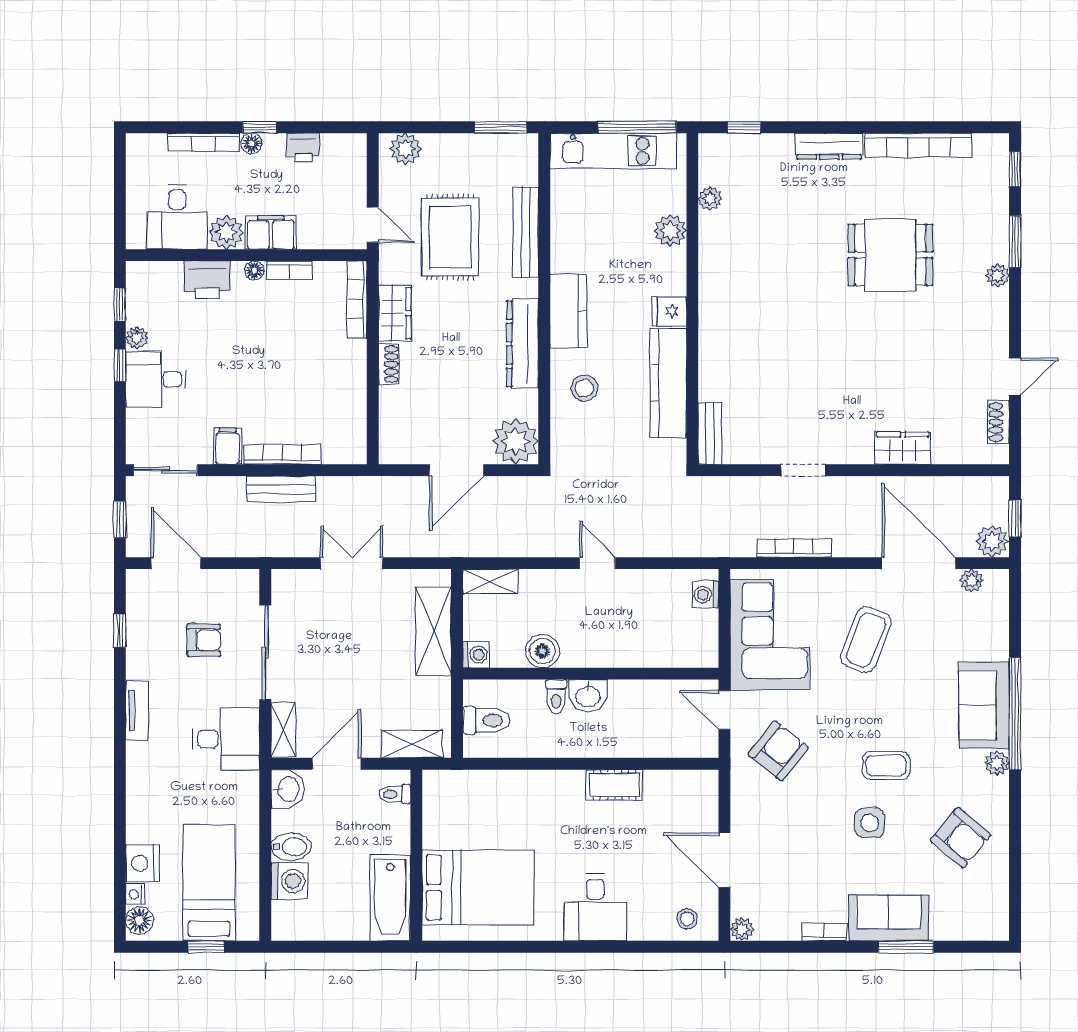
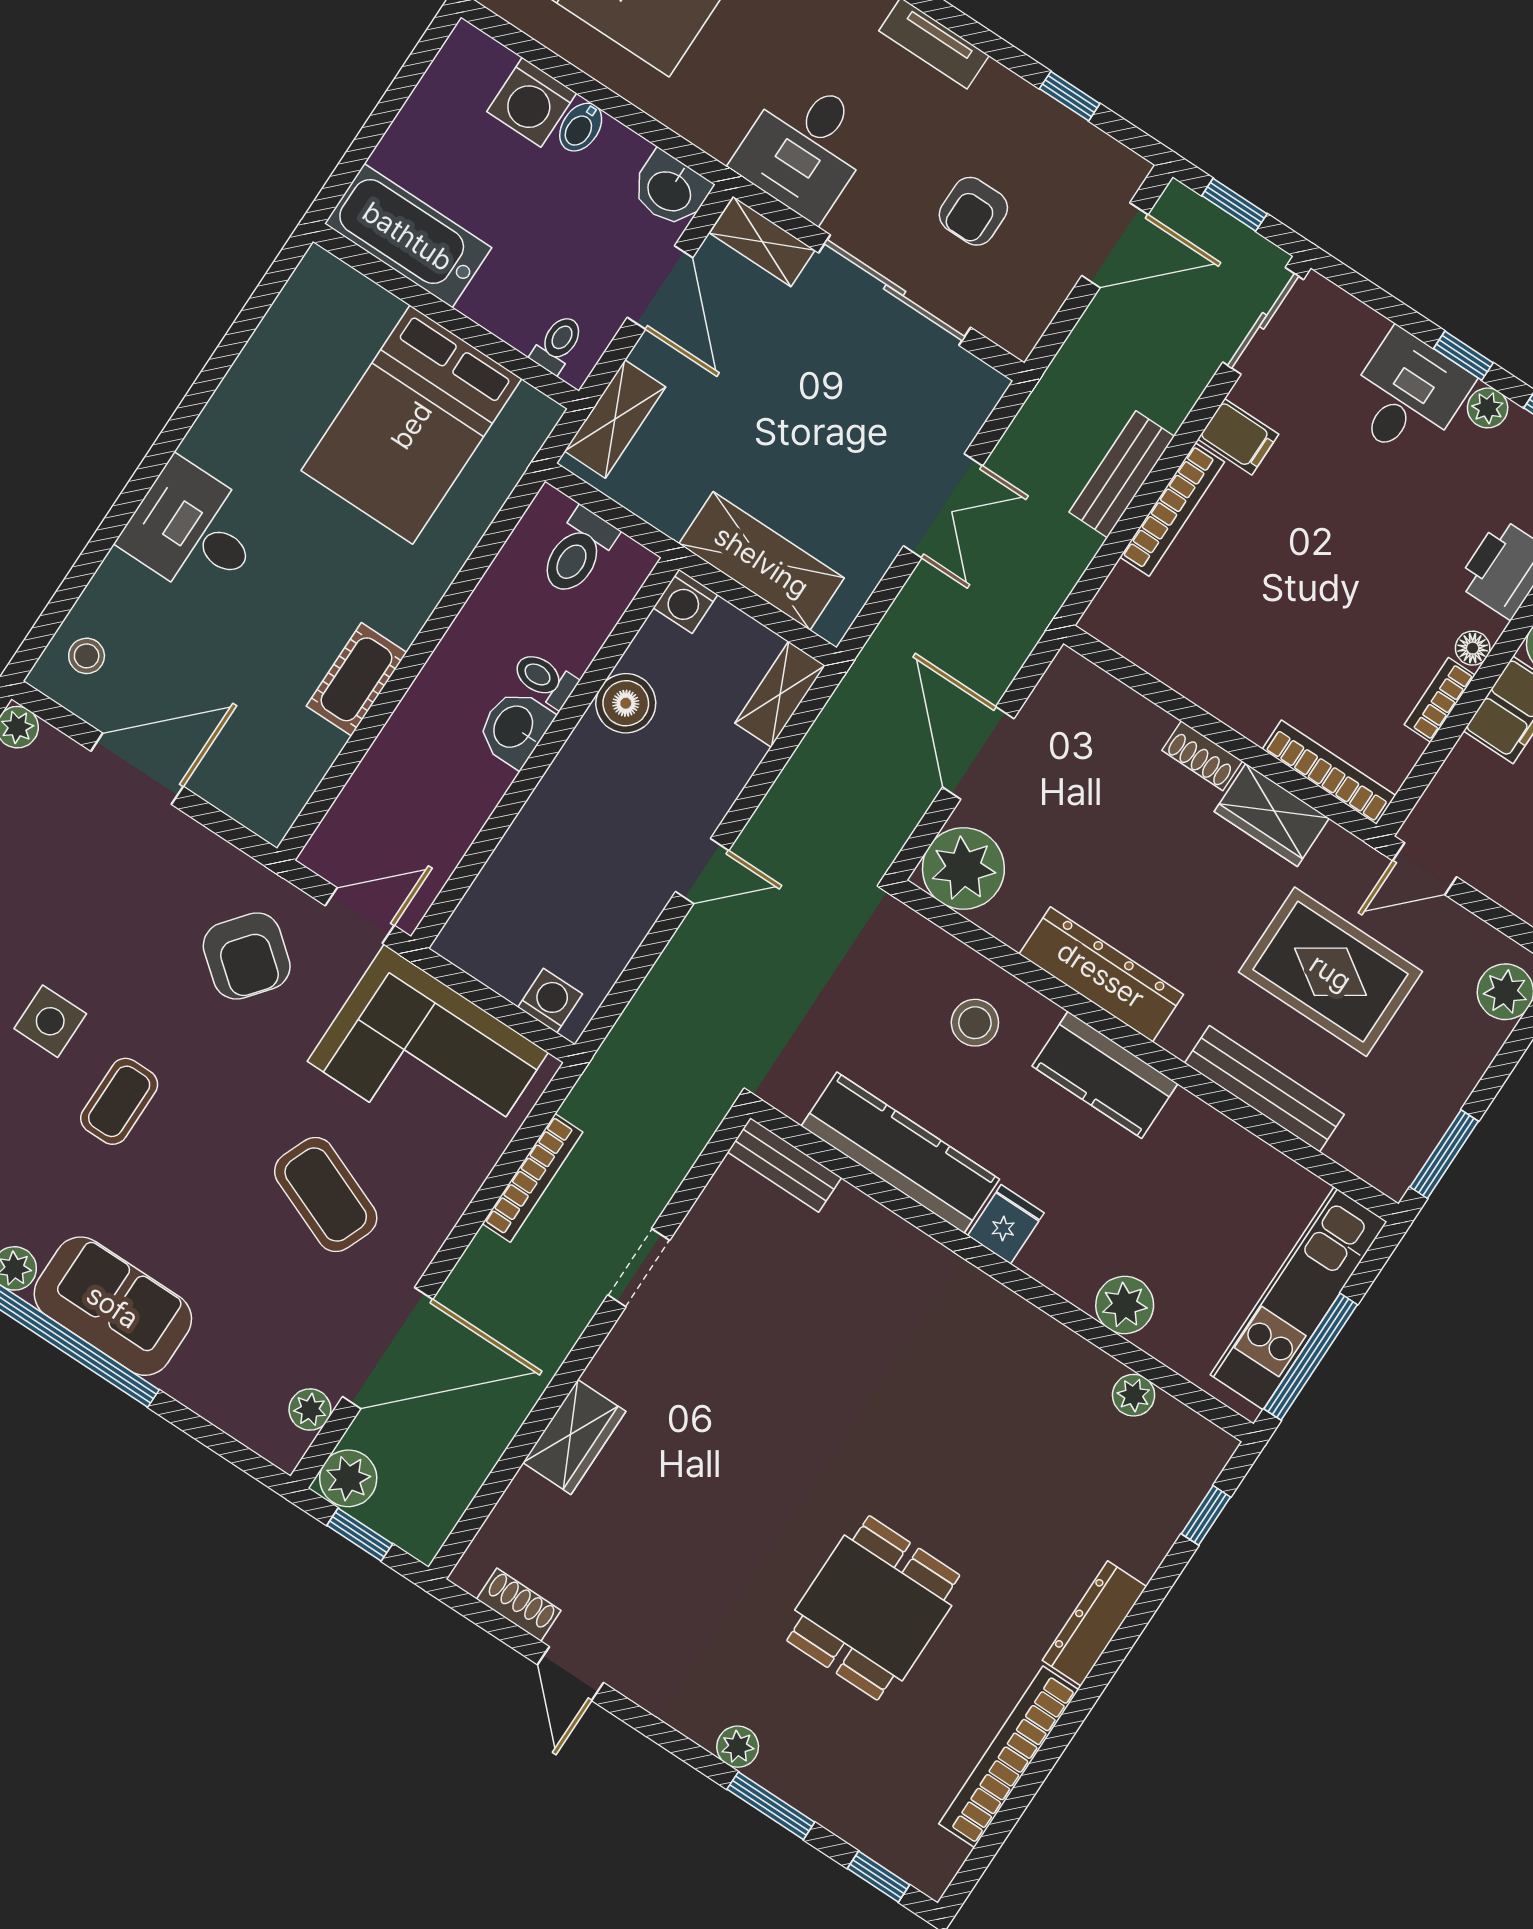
bidet: (291, 847) -> (581, 127), width x0.72, depth x0.74
bed: (478, 887) -> (411, 425), moved

